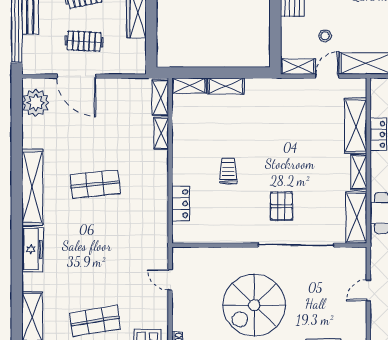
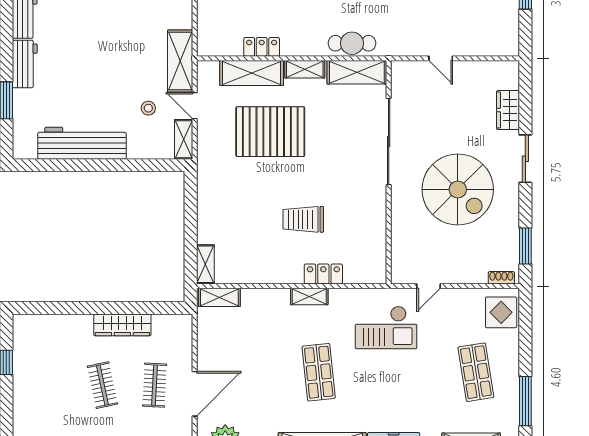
shelving: (226, 86) -> (206, 222), removed
shelving: (161, 133) -> (309, 296), moved
trolley: (228, 171) -> (303, 219), width x1.36, depth x1.39
locker: (181, 204) -> (323, 274), moved
pallet: (281, 206) -> (270, 132), moved, width x2.05, depth x2.00
checkout: (134, 243) -> (386, 328), added

